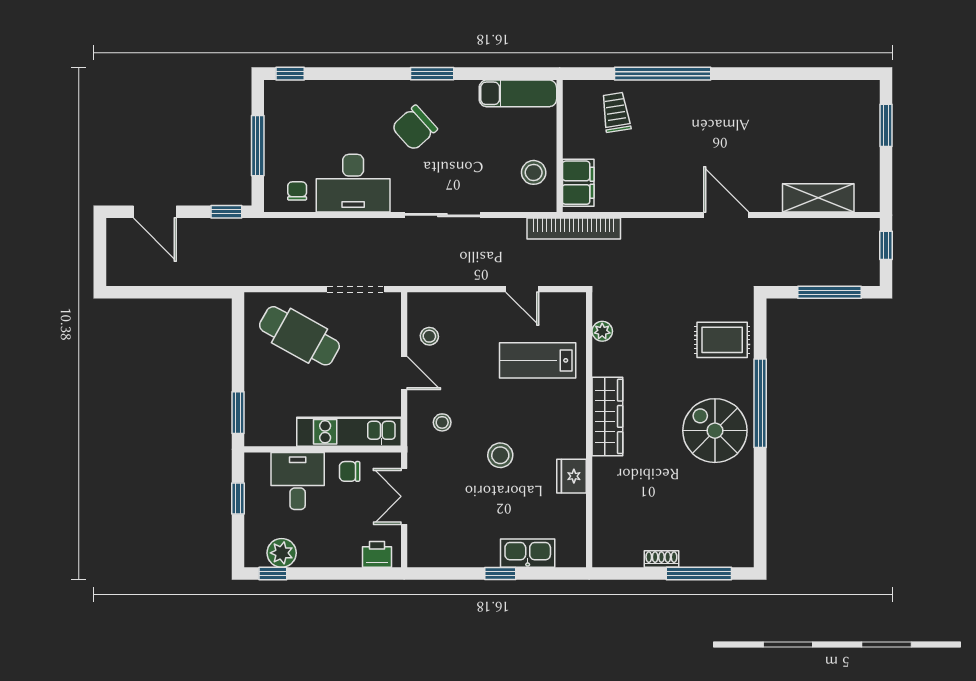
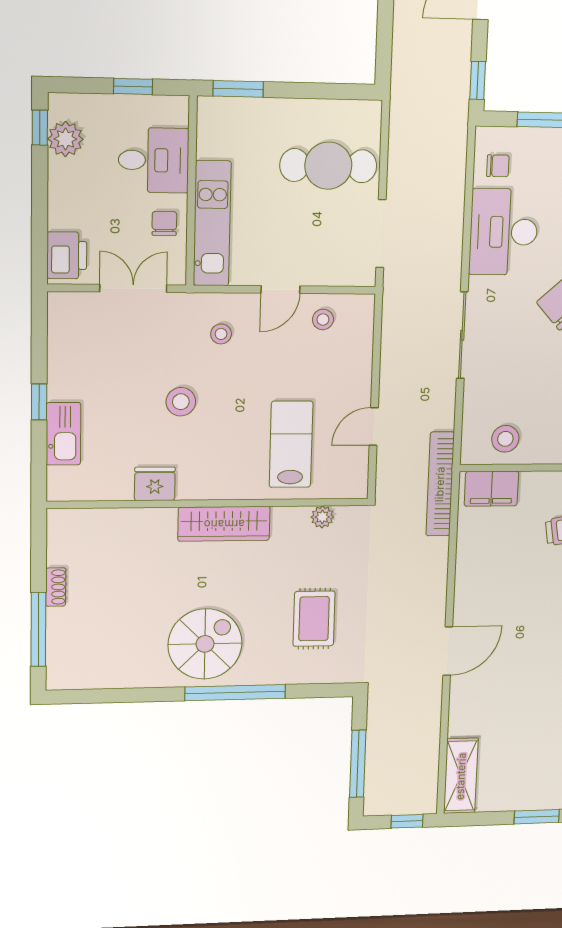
shelving: (818, 198) -> (461, 776), moved
cafe table: (299, 336) -> (328, 166), turned 61
rug: (722, 340) -> (314, 619), moved
printer: (377, 554) -> (67, 255), width x1.36, depth x1.24

